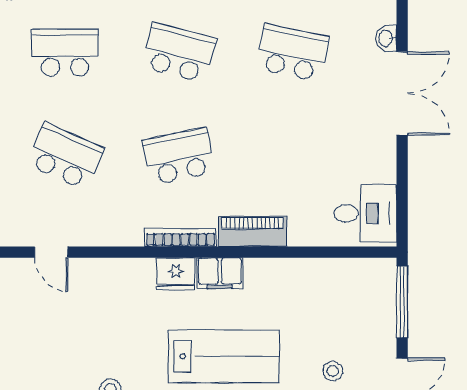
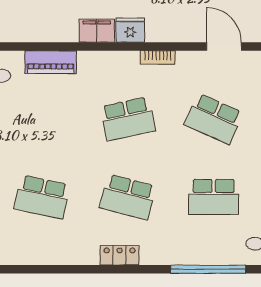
piano: (252, 231) -> (51, 62), moved
bookcase: (181, 237) -> (158, 58), moved, width x0.64
door: (51, 252) -> (224, 46), width x1.38

